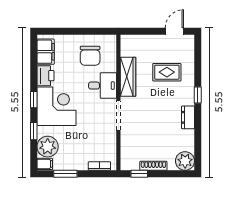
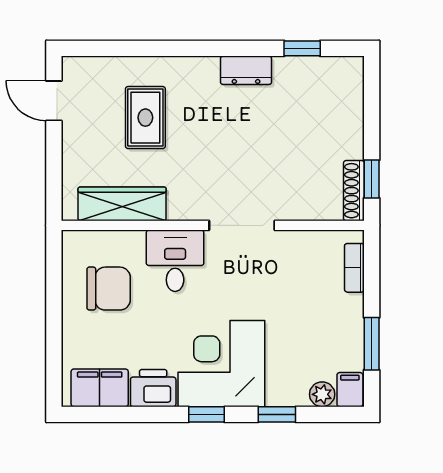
wardrobe: (128, 77) -> (122, 204), moved
window: (198, 95) -> (302, 48), moved
plant: (48, 147) -> (322, 394), width x0.53, depth x0.53
plant: (185, 161) -> (343, 77), removed
shoe rack: (153, 166) -> (354, 191), moved

